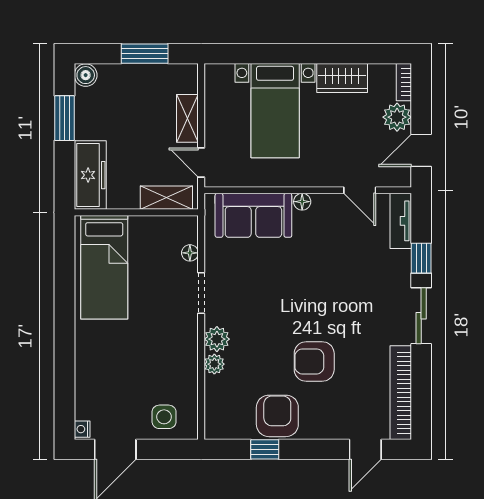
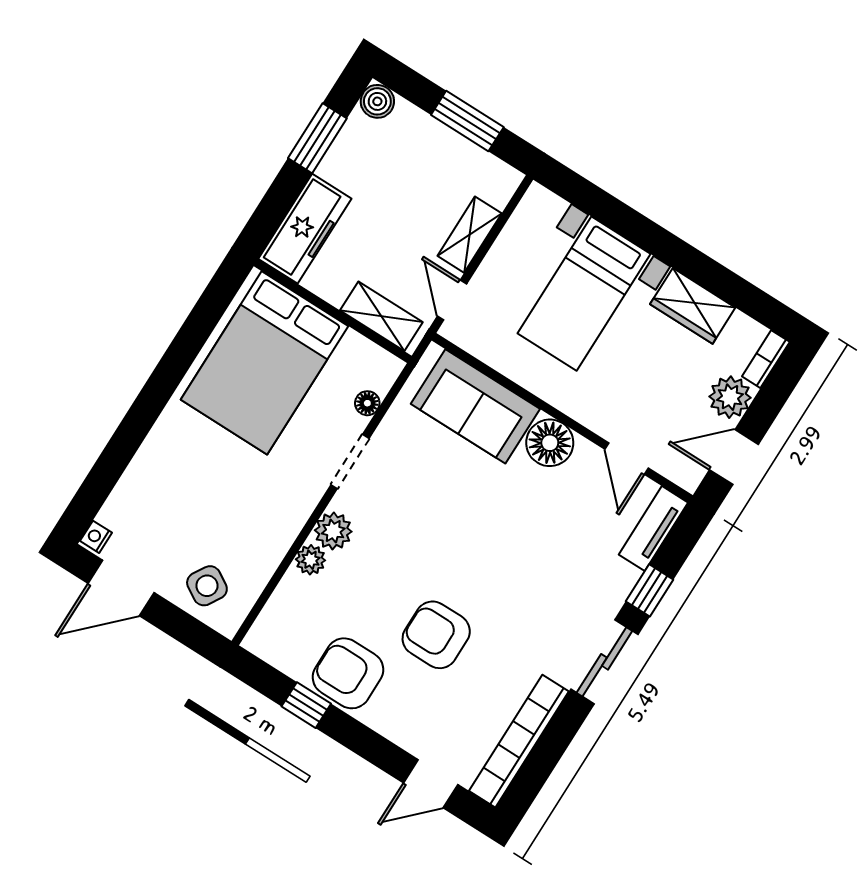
floor lamp: (302, 202) -> (550, 443), width x1.89, depth x1.89
bed: (104, 267) -> (264, 363), width x1.50
armchair: (277, 416) -> (348, 673), turned -90
side table: (164, 417) -> (207, 586), turned 31

